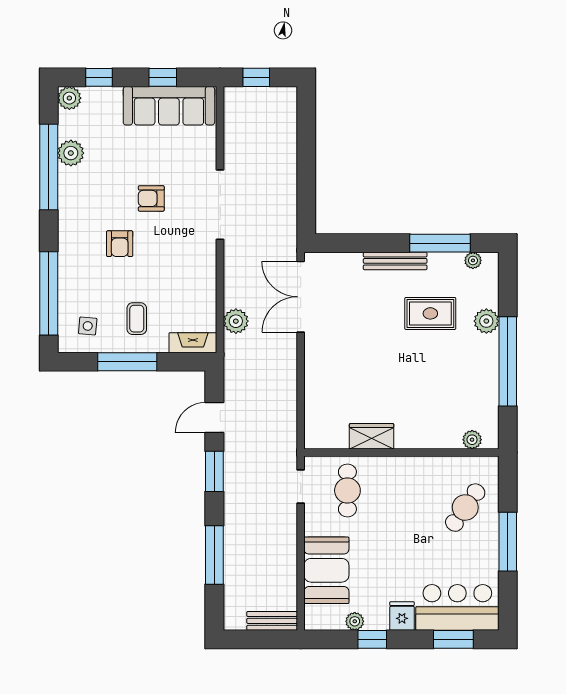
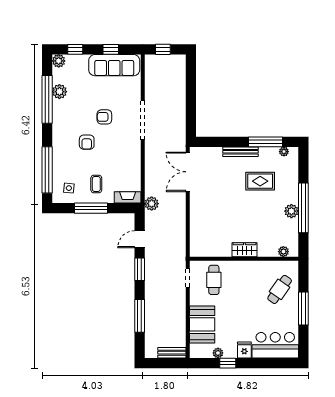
plant: (236, 321) -> (152, 204), moved
plant: (486, 321) -> (291, 211), moved
wardrobe: (372, 436) -> (244, 250), moved
window: (453, 639) -> (273, 363), removed

